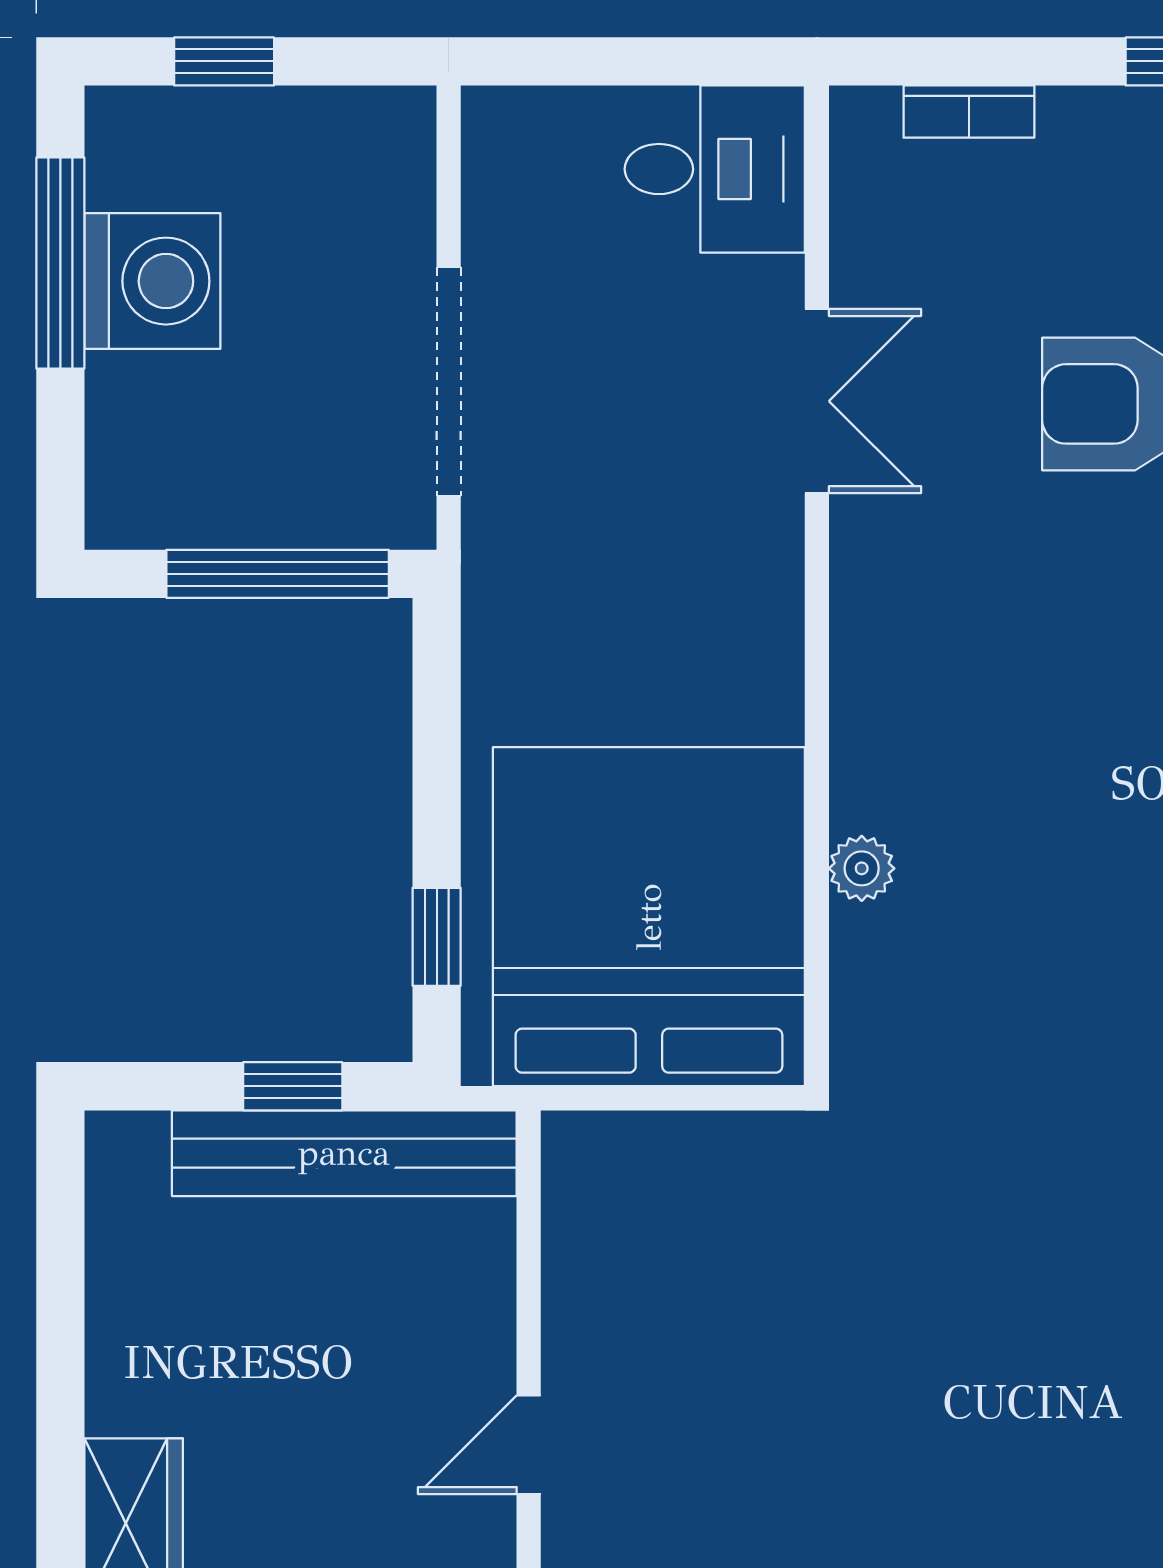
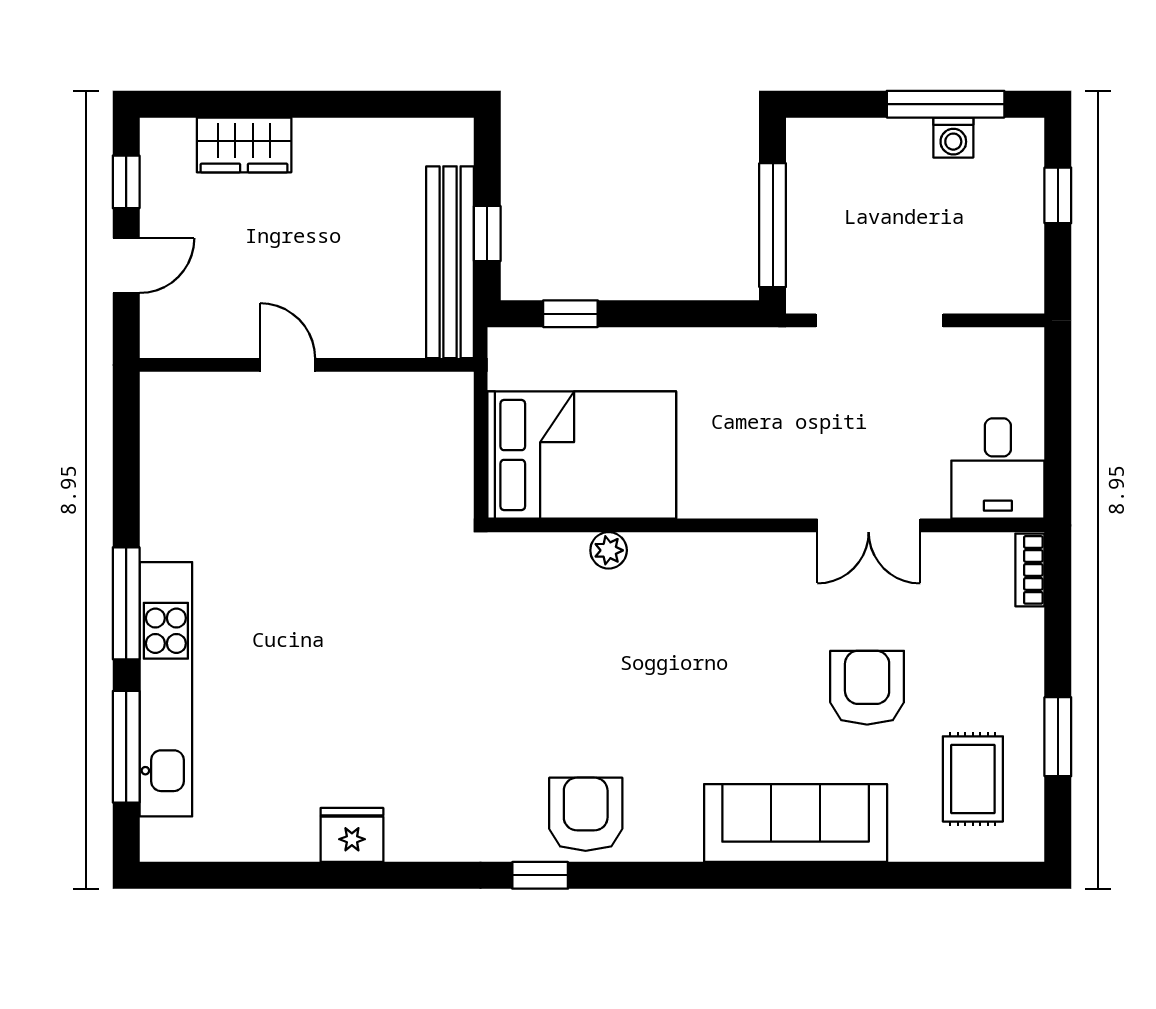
bookcase: (969, 112) -> (1030, 570), moved
washing machine: (152, 281) -> (953, 138), width x0.53, depth x0.53
bed: (649, 917) -> (582, 455), width x0.73

